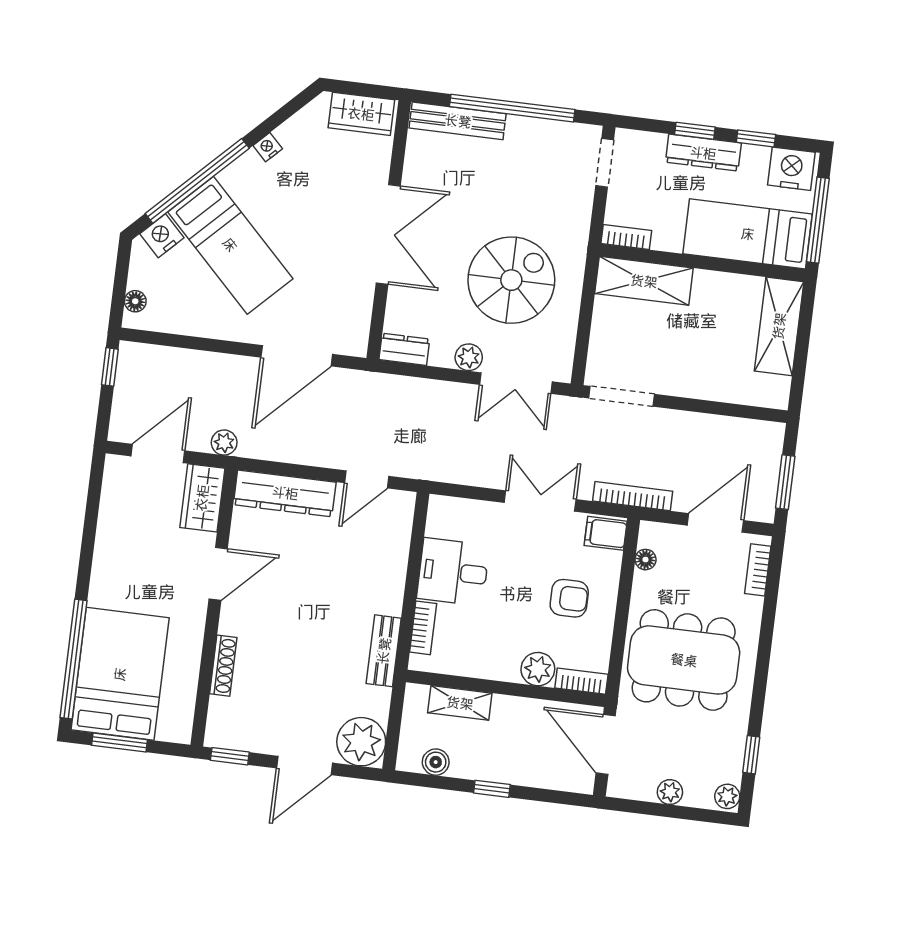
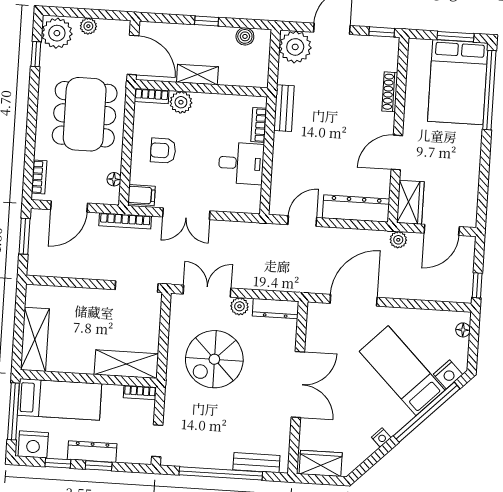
bench: (458, 121) -> (256, 463), width x0.73
double door: (388, 234) -> (298, 384), swing flipped
dresser: (404, 349) -> (276, 309), width x1.44
dining table: (684, 660) -> (85, 114), turned 90
shelving: (460, 703) -> (197, 75), moved
plant: (727, 796) -> (57, 33), width x1.88, depth x1.88

